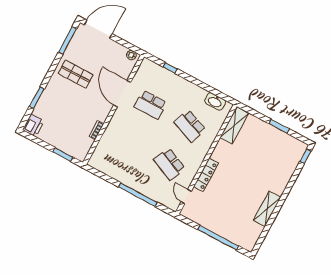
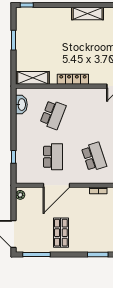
school desk: (169, 164) -> (94, 157), moved, turned -42
locker: (206, 175) -> (73, 79), moved

